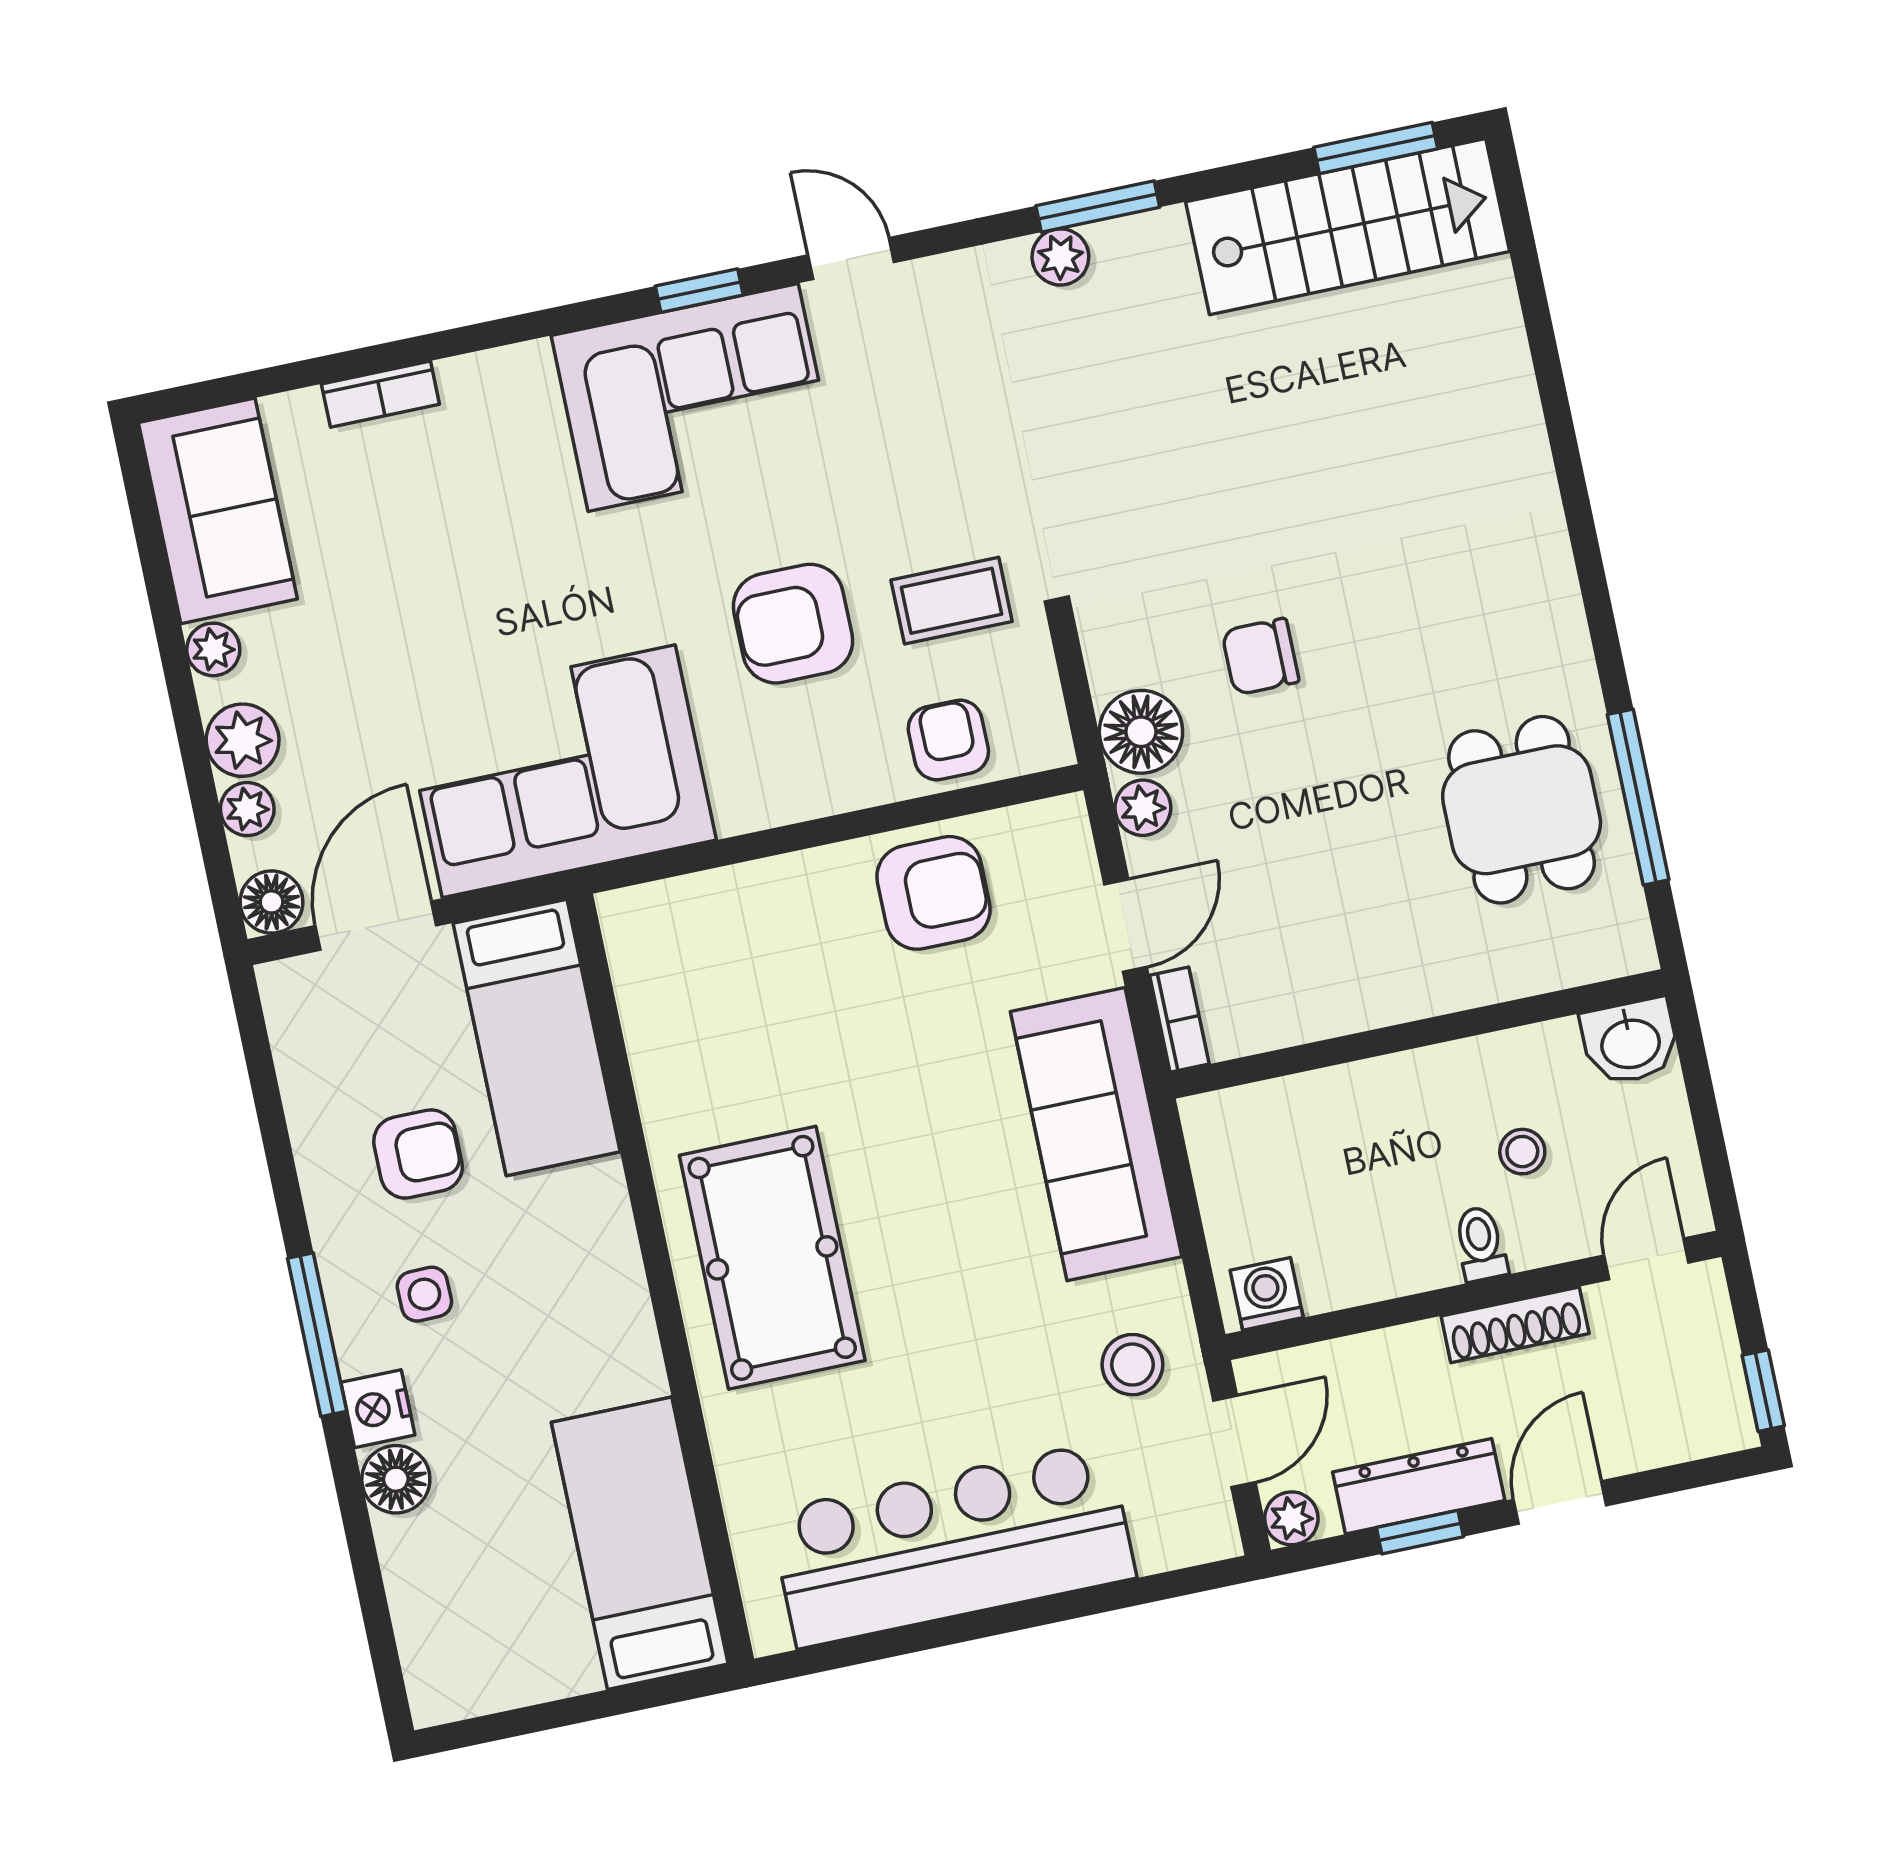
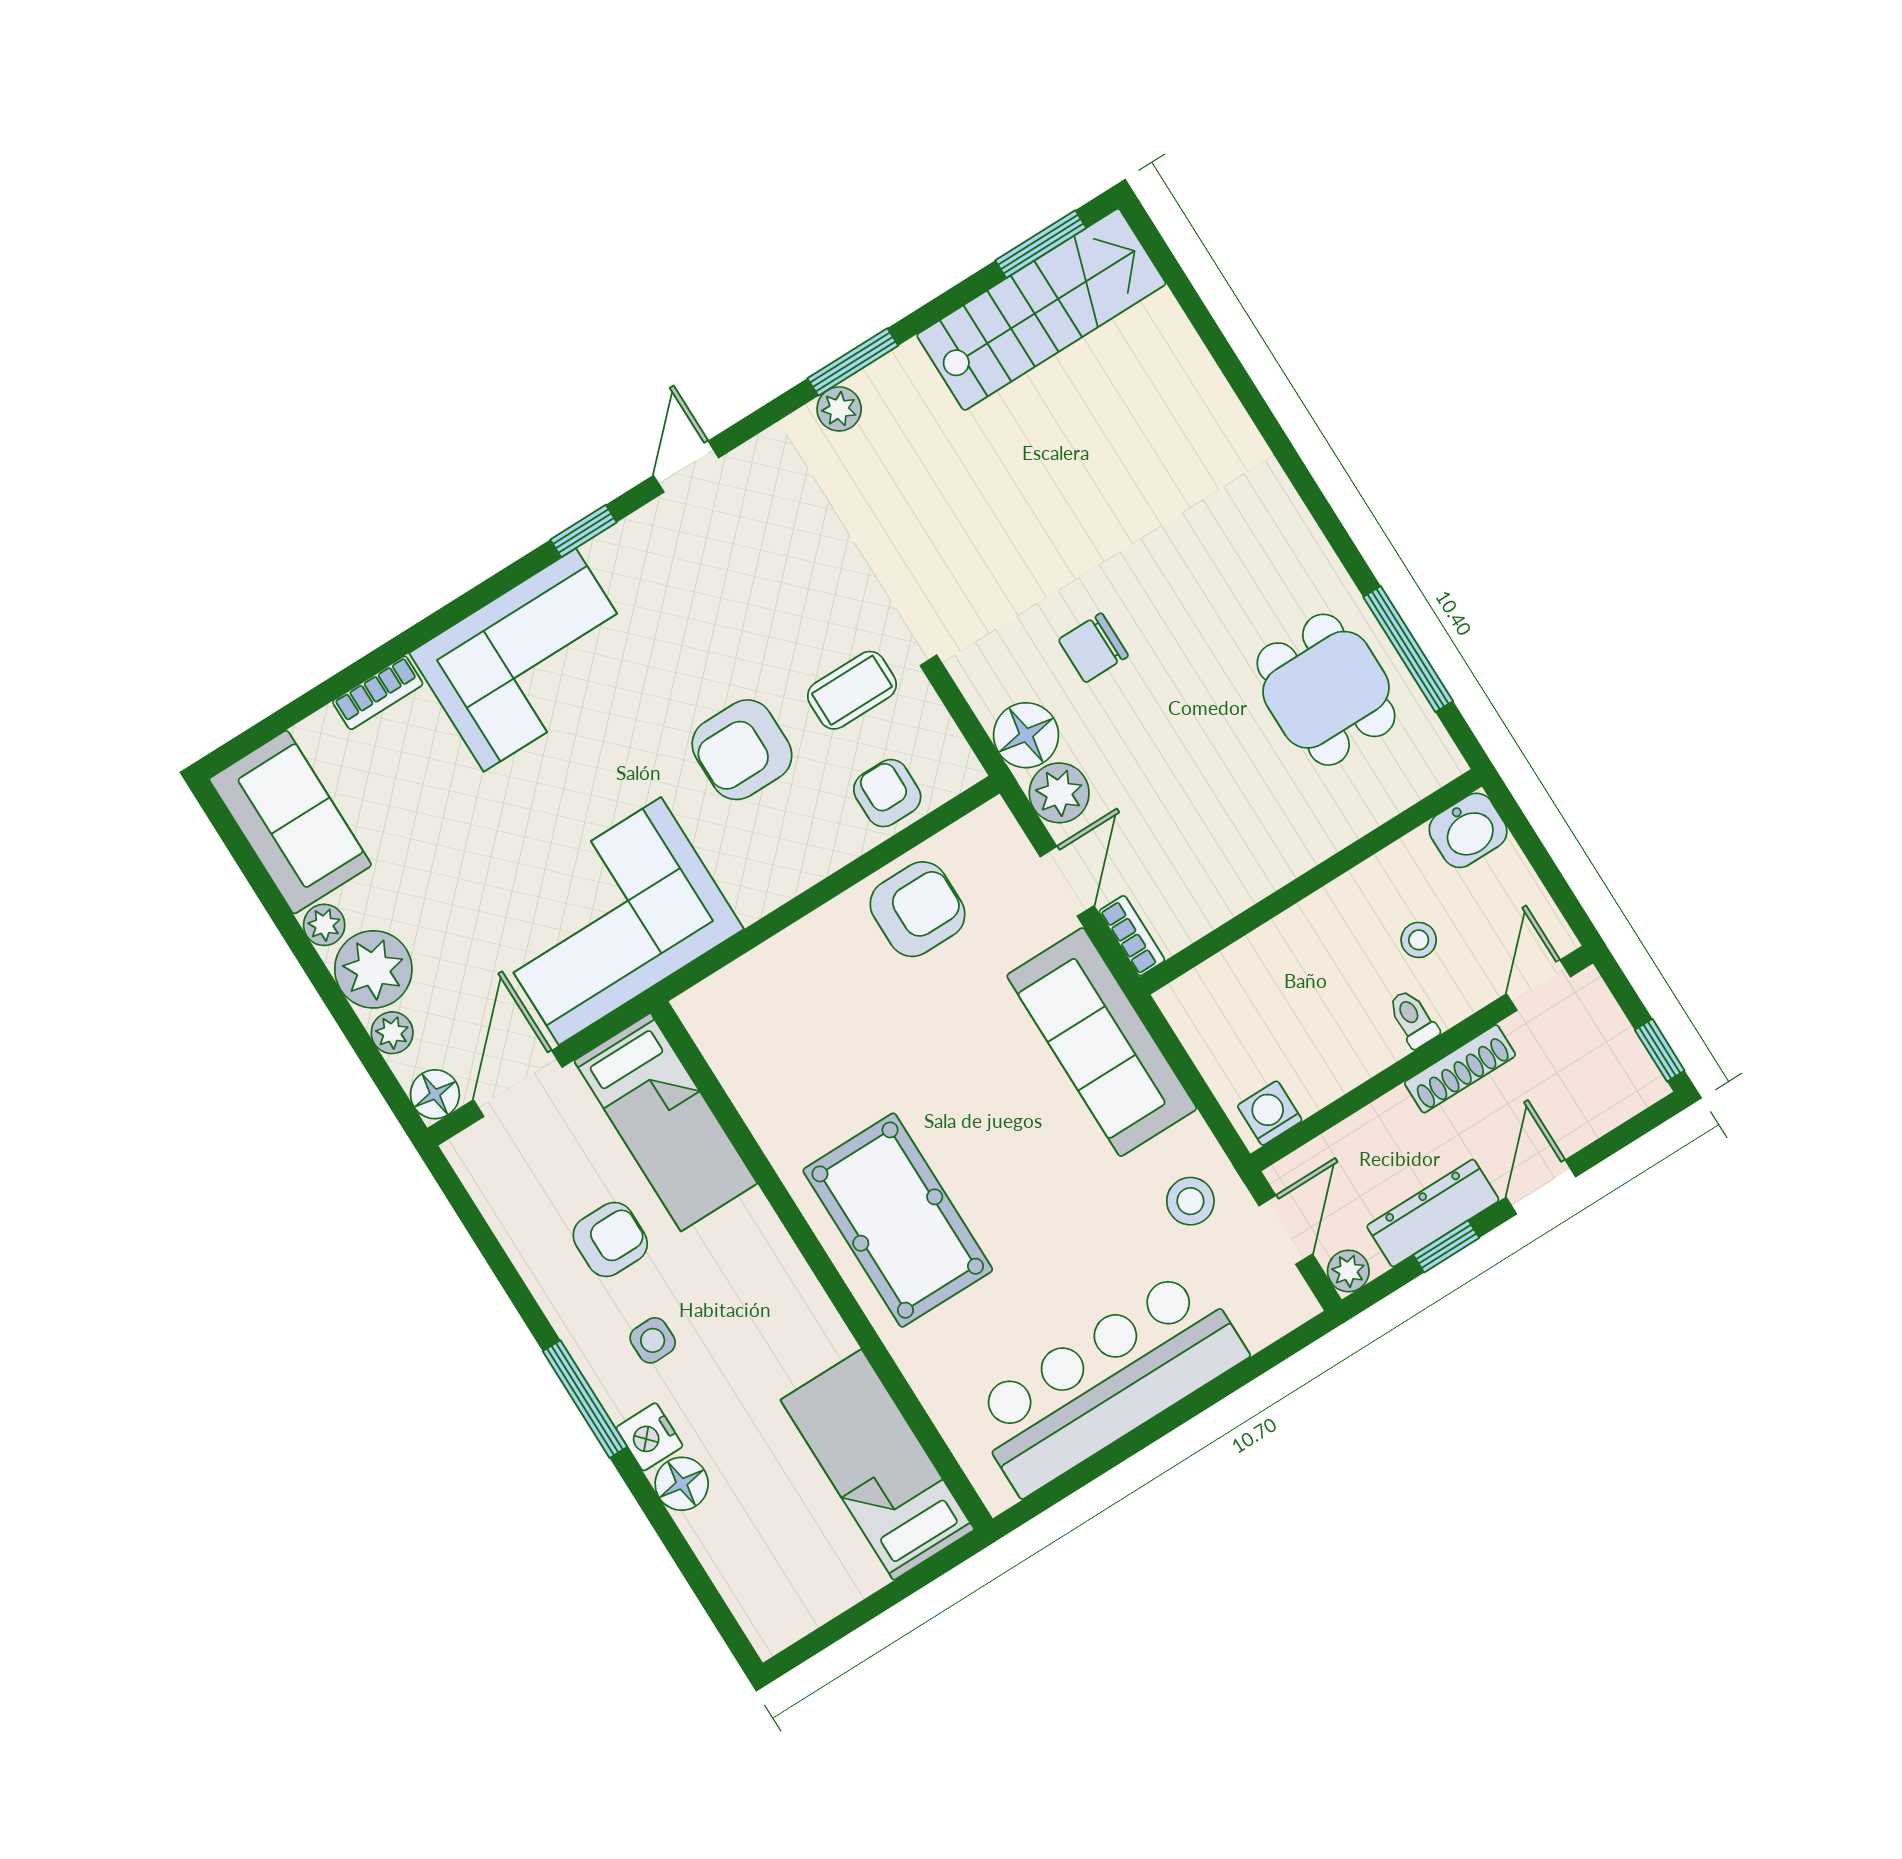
door: (851, 259) -> (686, 467), hinge flipped
corner sofa: (693, 398) -> (530, 660), moved
plant: (243, 740) -> (373, 969), width x1.36, depth x1.36
plant: (1143, 808) -> (1059, 793), width x1.38, depth x1.38

